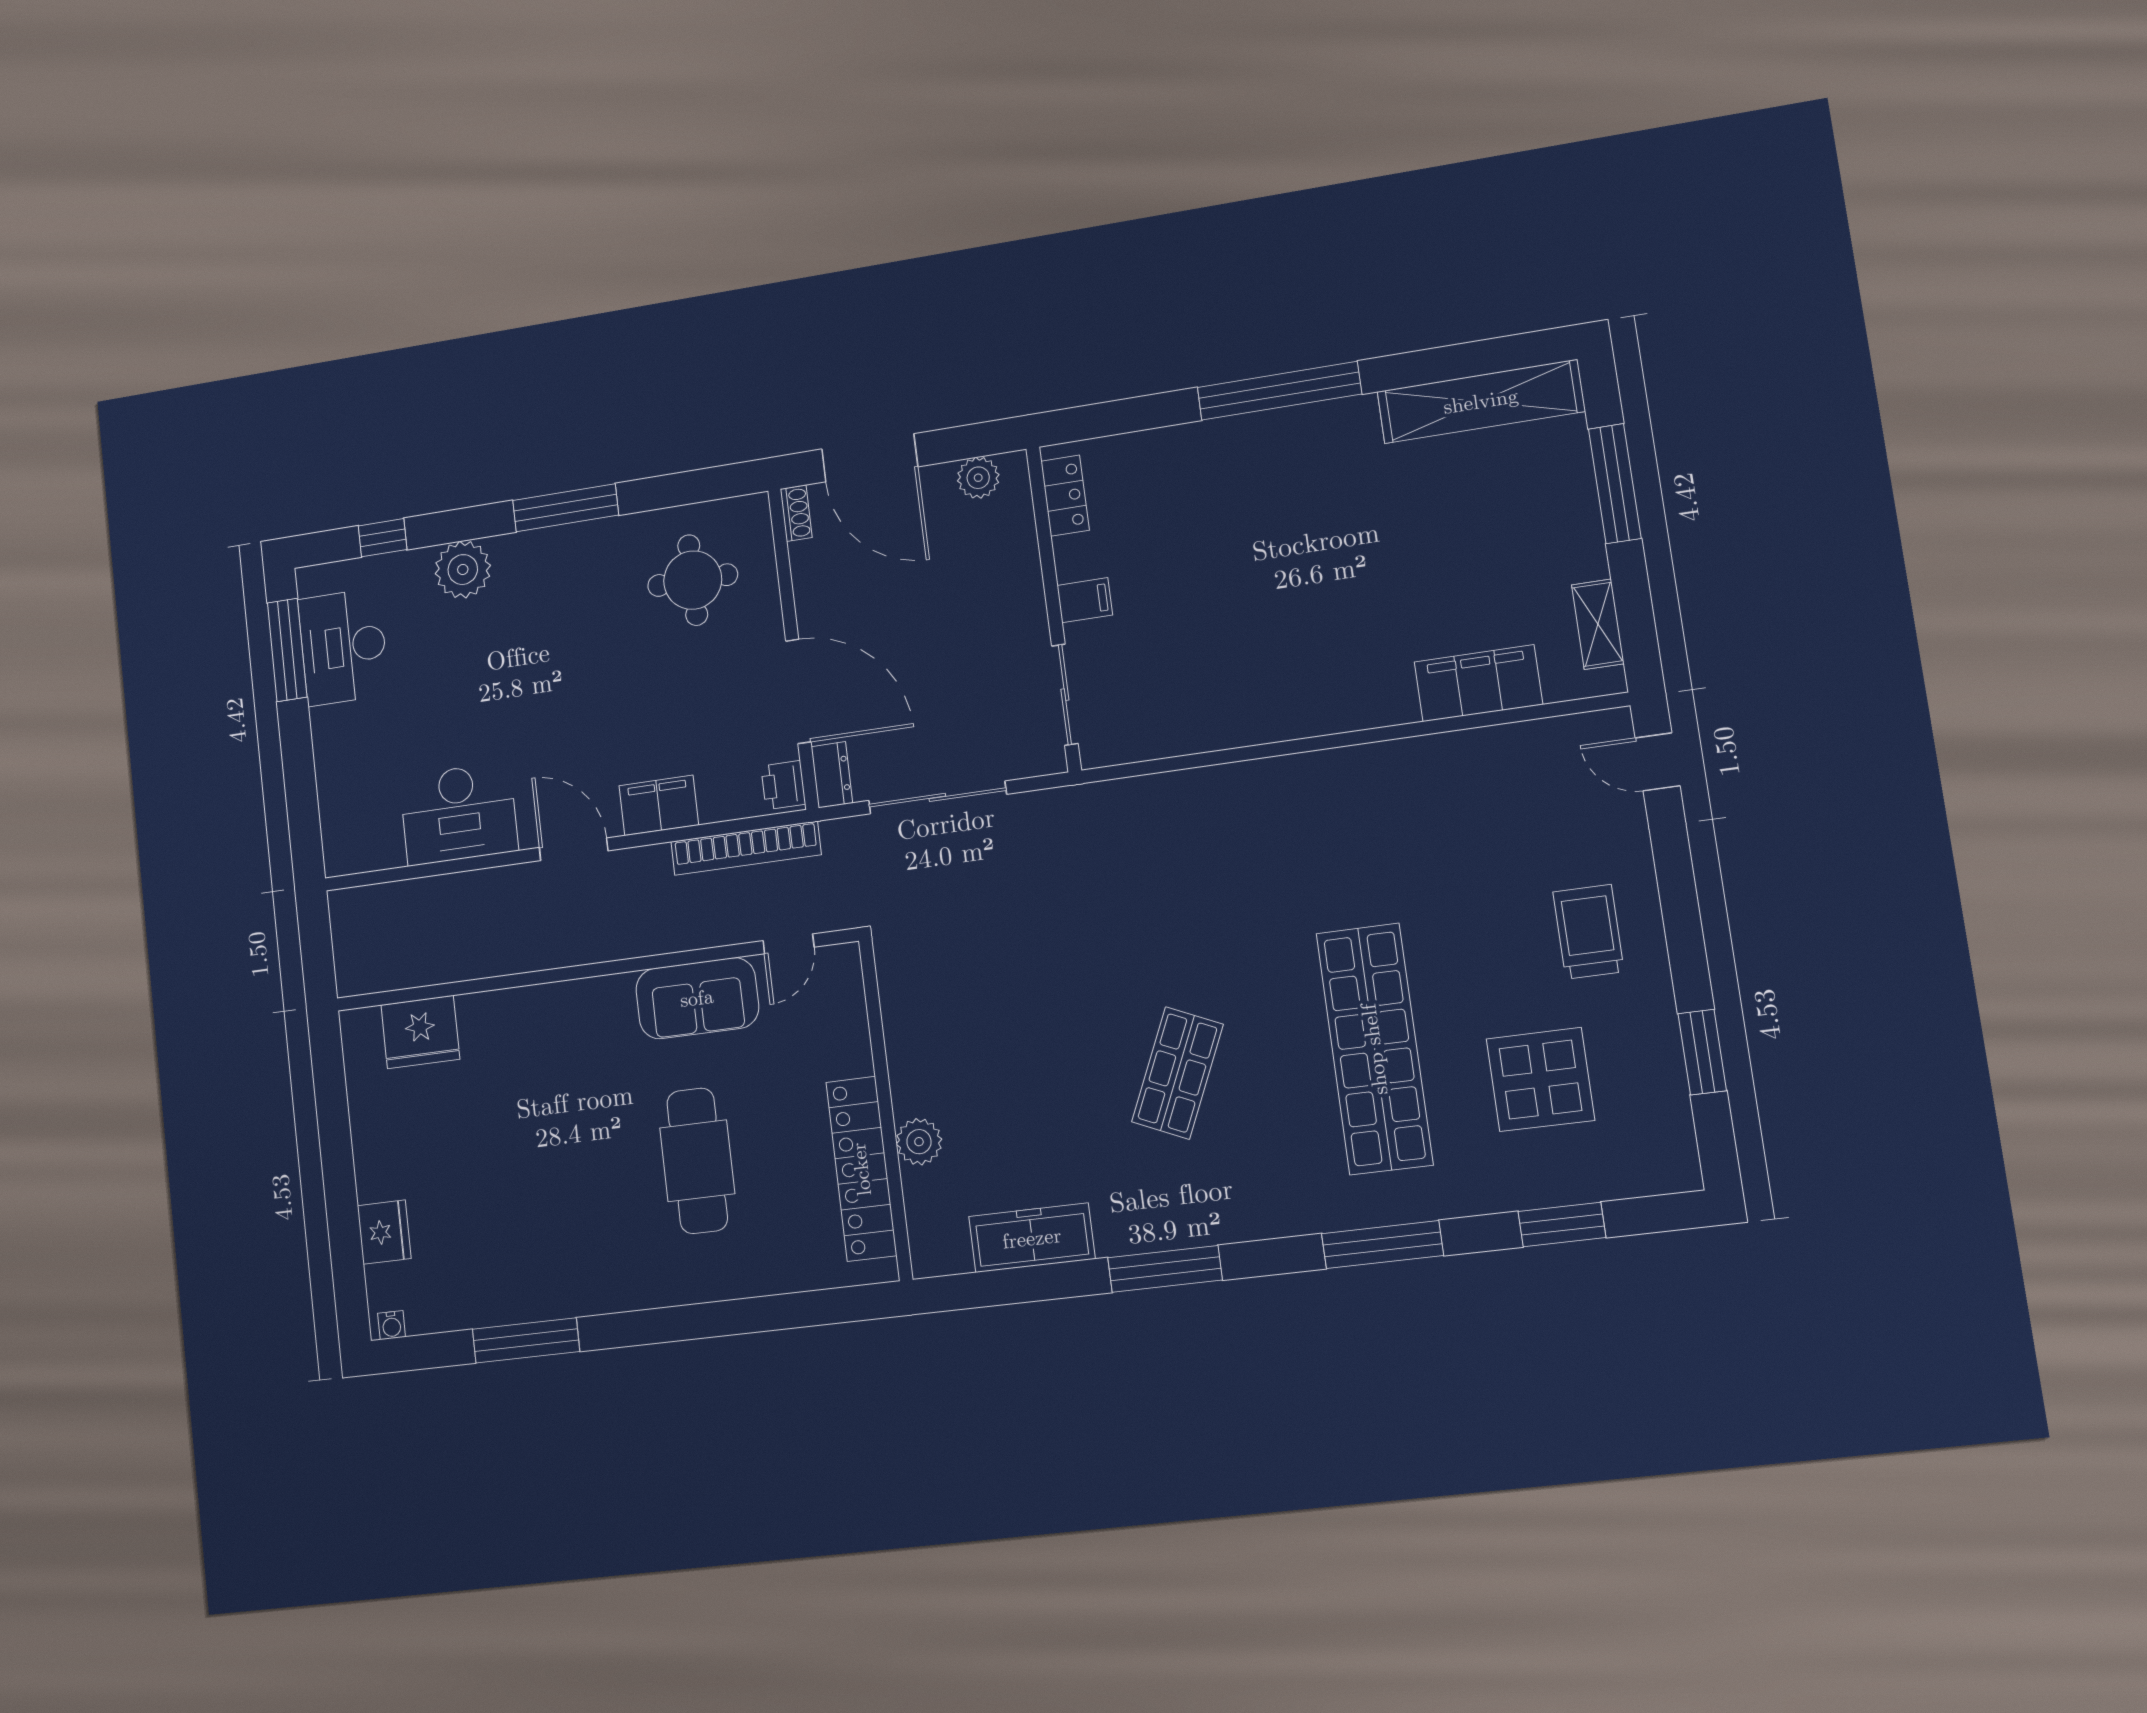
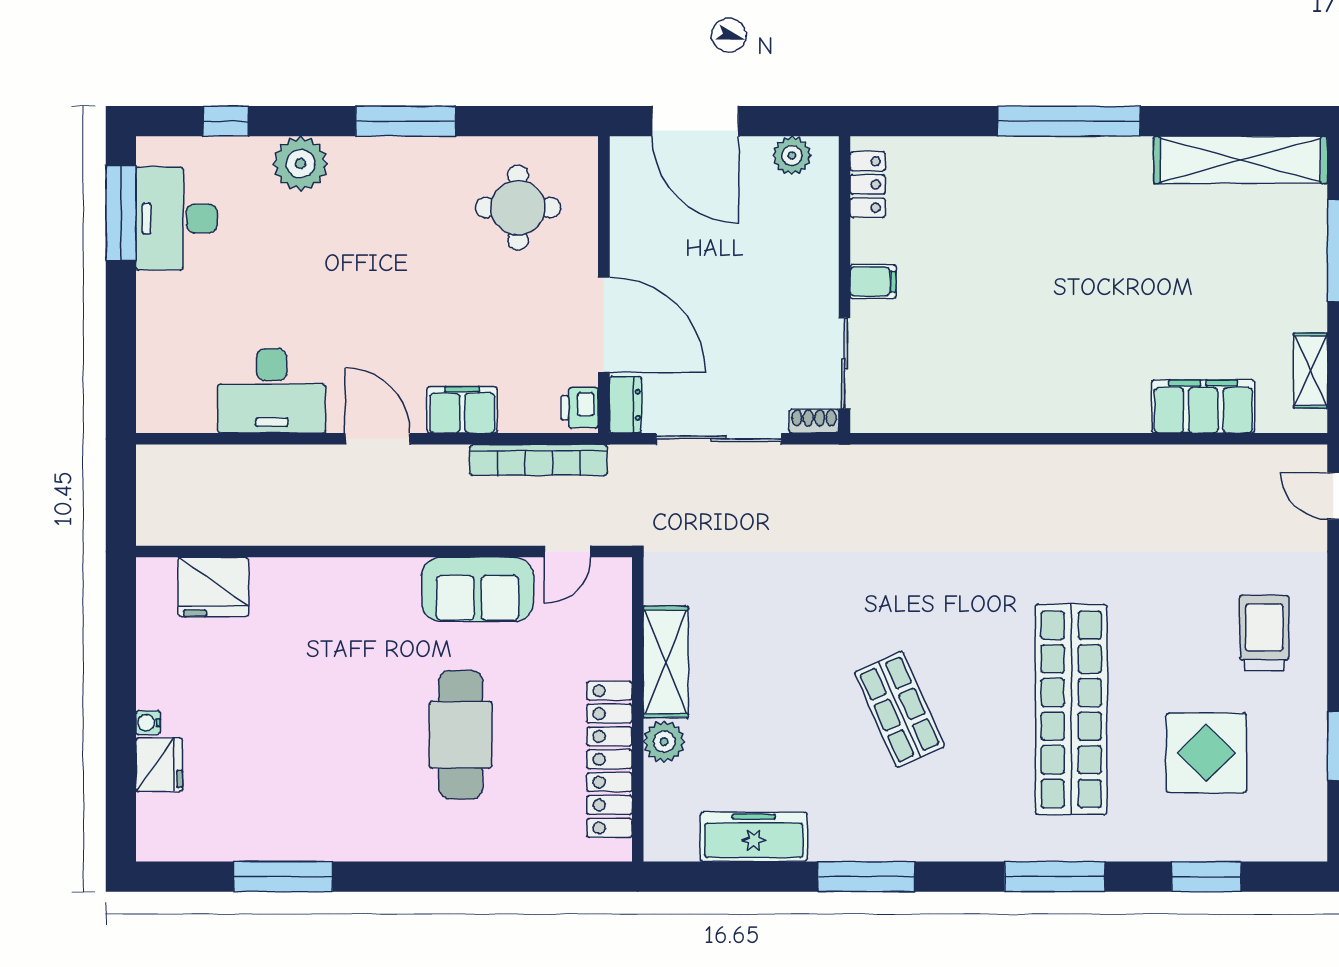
shoe rack: (796, 513) -> (814, 421), moved, turned -90
shelving: (910, 1052) -> (666, 662), added
shop shelf: (1177, 1073) -> (900, 709), turned -48
water cooler: (392, 1325) -> (148, 723), moved, turned 90

